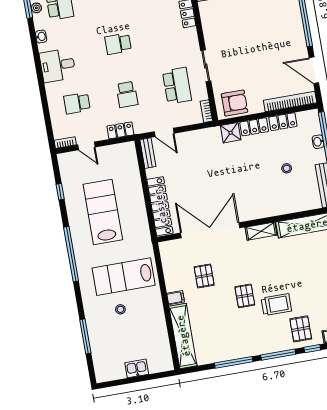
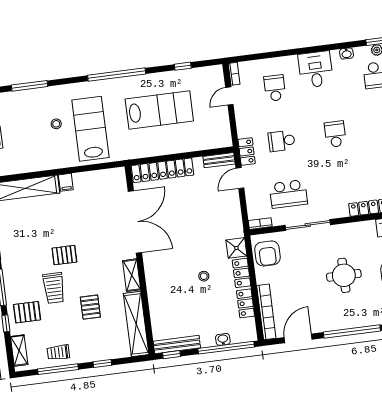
round table: (252, 29) -> (344, 275), added
sliding door: (206, 66) -> (308, 225), width x1.37
locker: (120, 130) -> (247, 151), moved
stool: (287, 168) -> (204, 276), moved
pallet: (204, 276) -> (90, 307), moved, turned 90

